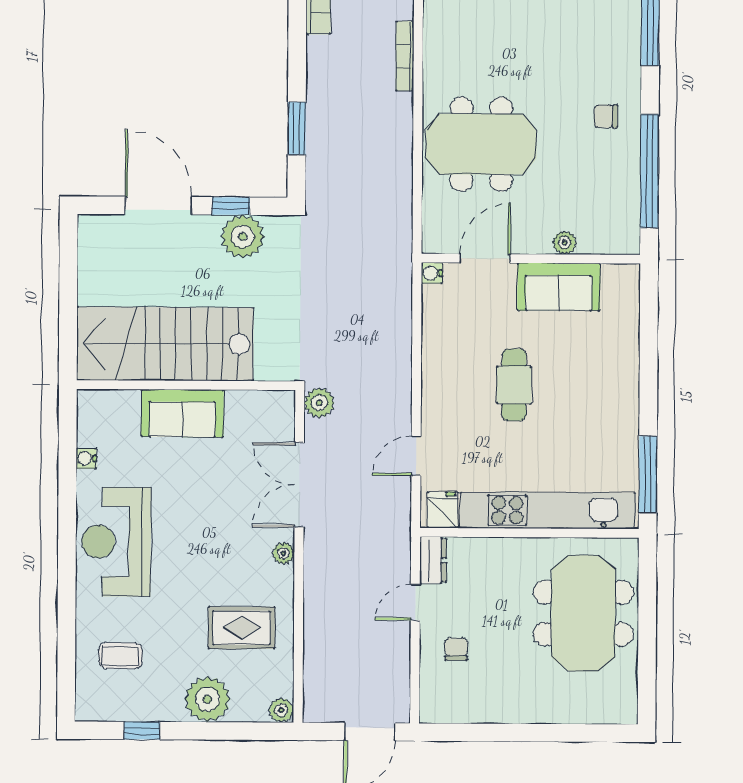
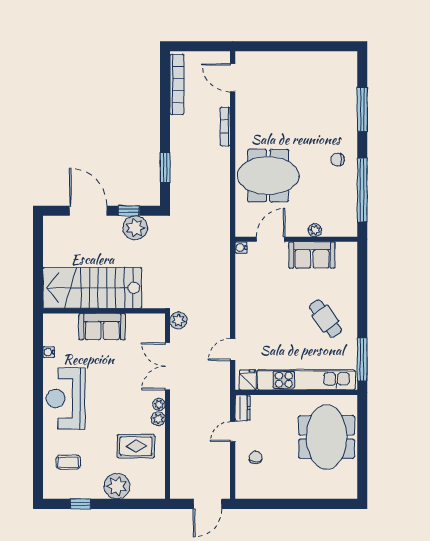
cafe table: (514, 385) -> (325, 319), moved, turned -36
plant: (281, 710) -> (158, 419), moved

